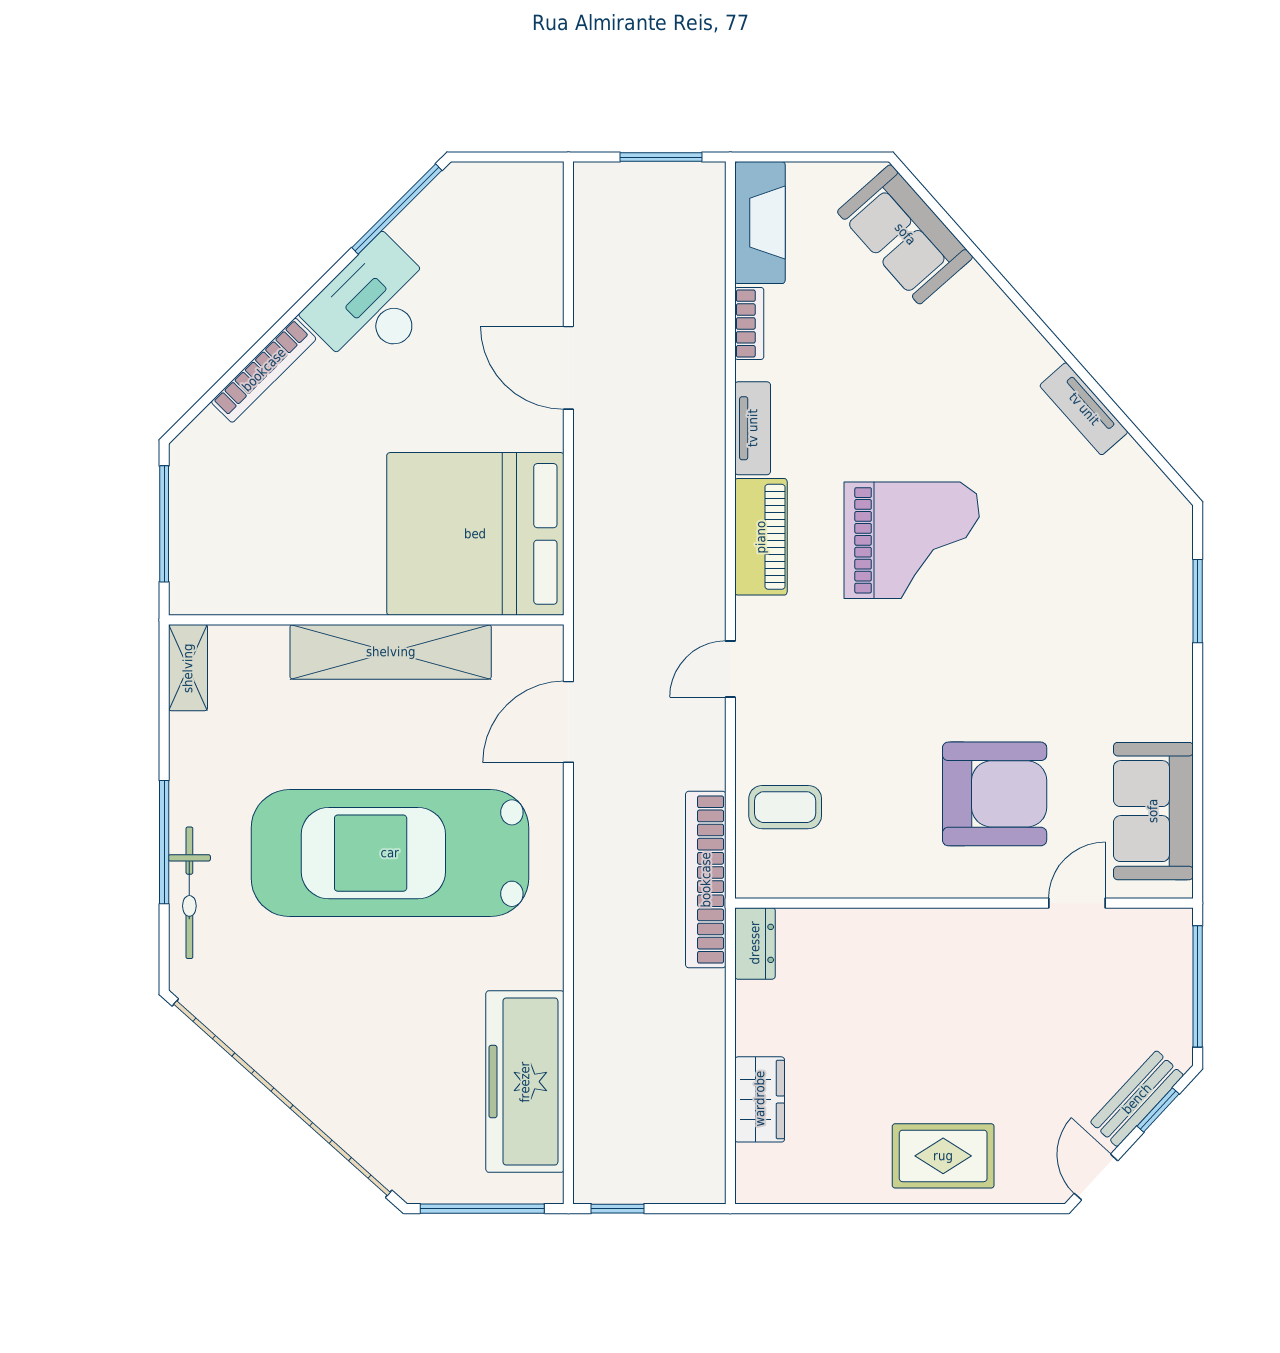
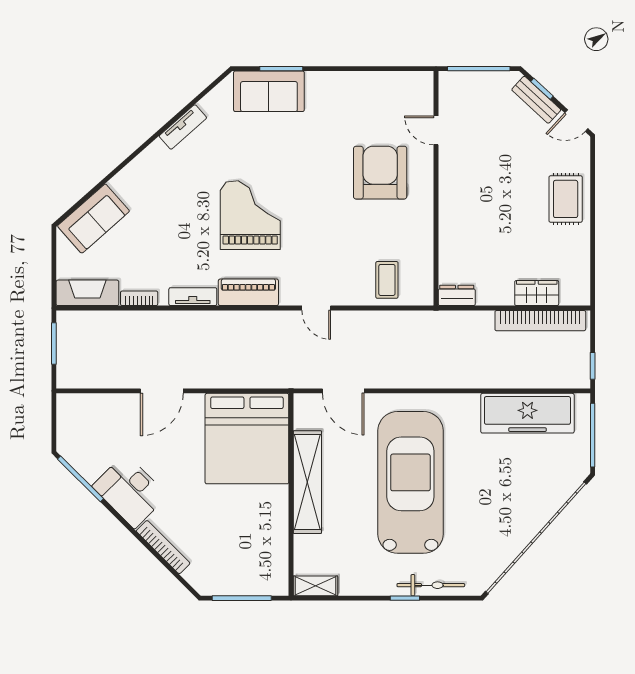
sofa: (1153, 811) -> (269, 91), moved
window: (164, 842) -> (405, 598), width x0.46
car: (390, 853) -> (410, 482), turned 180
bookcase: (706, 880) -> (540, 321), moved

